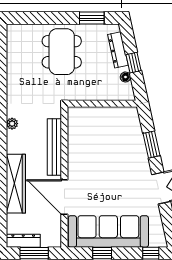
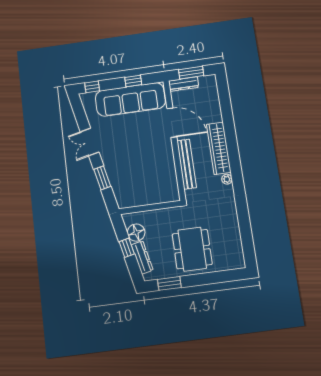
floor lamp: (125, 77) -> (136, 233), width x1.89, depth x1.89
wardrobe: (16, 184) -> (219, 148), moved
dresser: (23, 241) -> (184, 84), moved

